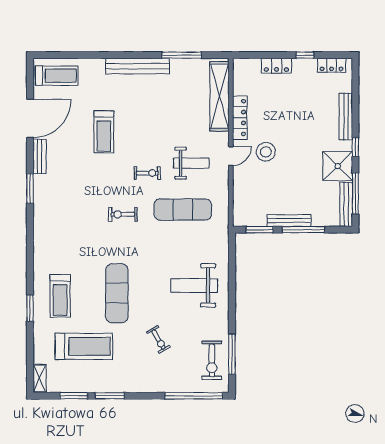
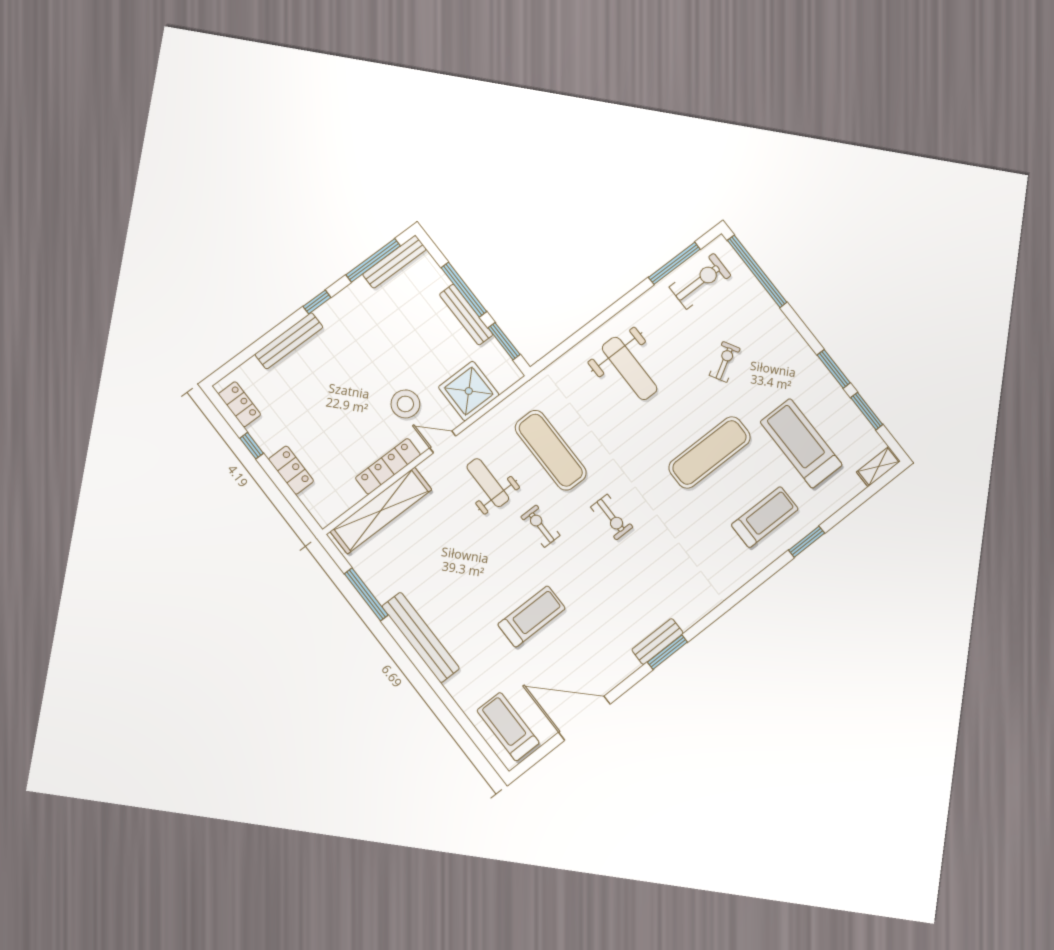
bench: (40, 156) -> (657, 641), moved
shower: (338, 166) -> (469, 391), moved

